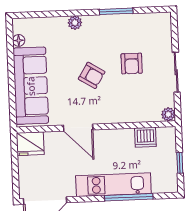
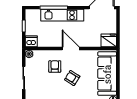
armchair: (132, 64) -> (55, 66), moved
door: (78, 128) -> (71, 49), moved
dishwasher: (145, 137) -> (31, 41), moved

